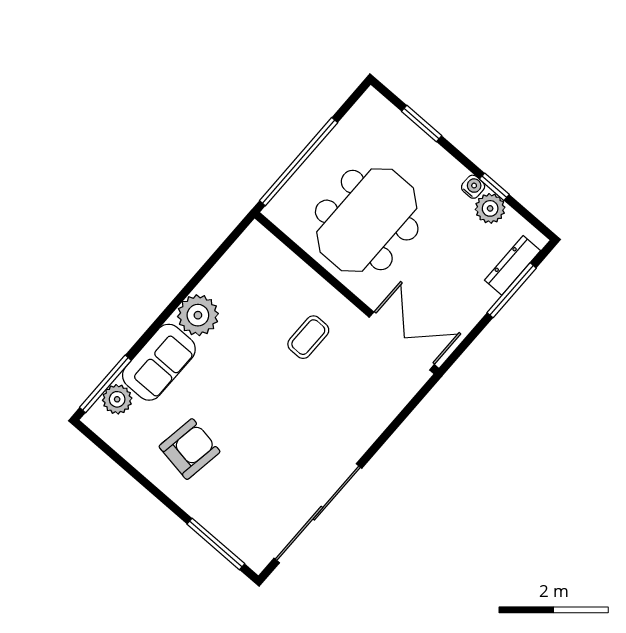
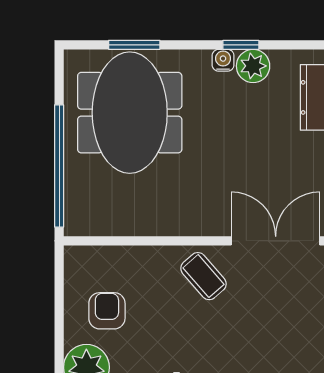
meeting table: (367, 220) -> (130, 113), moved
armchair: (245, 289) -> (107, 311), added
coffee table: (308, 337) -> (203, 276), moved, turned -41

